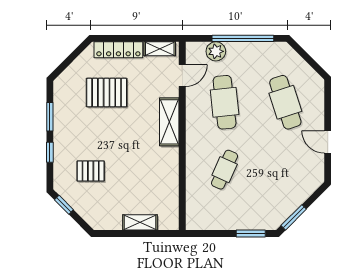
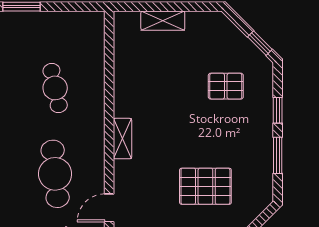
shelving: (169, 122) -> (122, 139), width x0.67, depth x0.75
cafe table: (225, 170) -> (55, 88), turned -36

